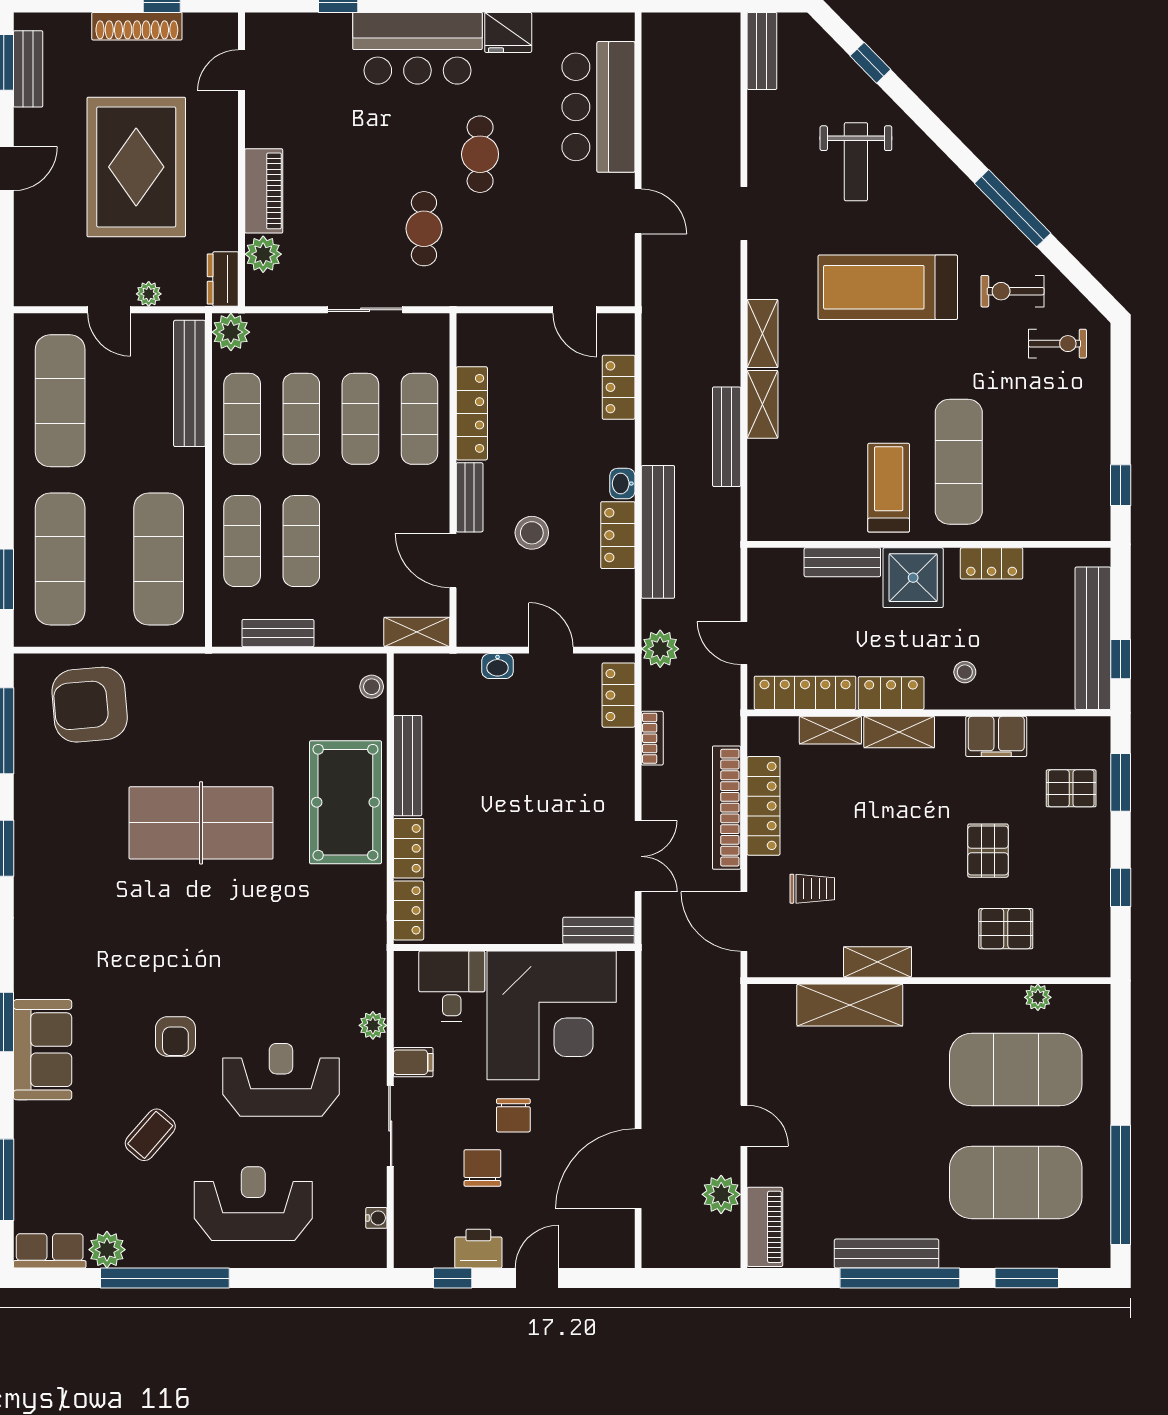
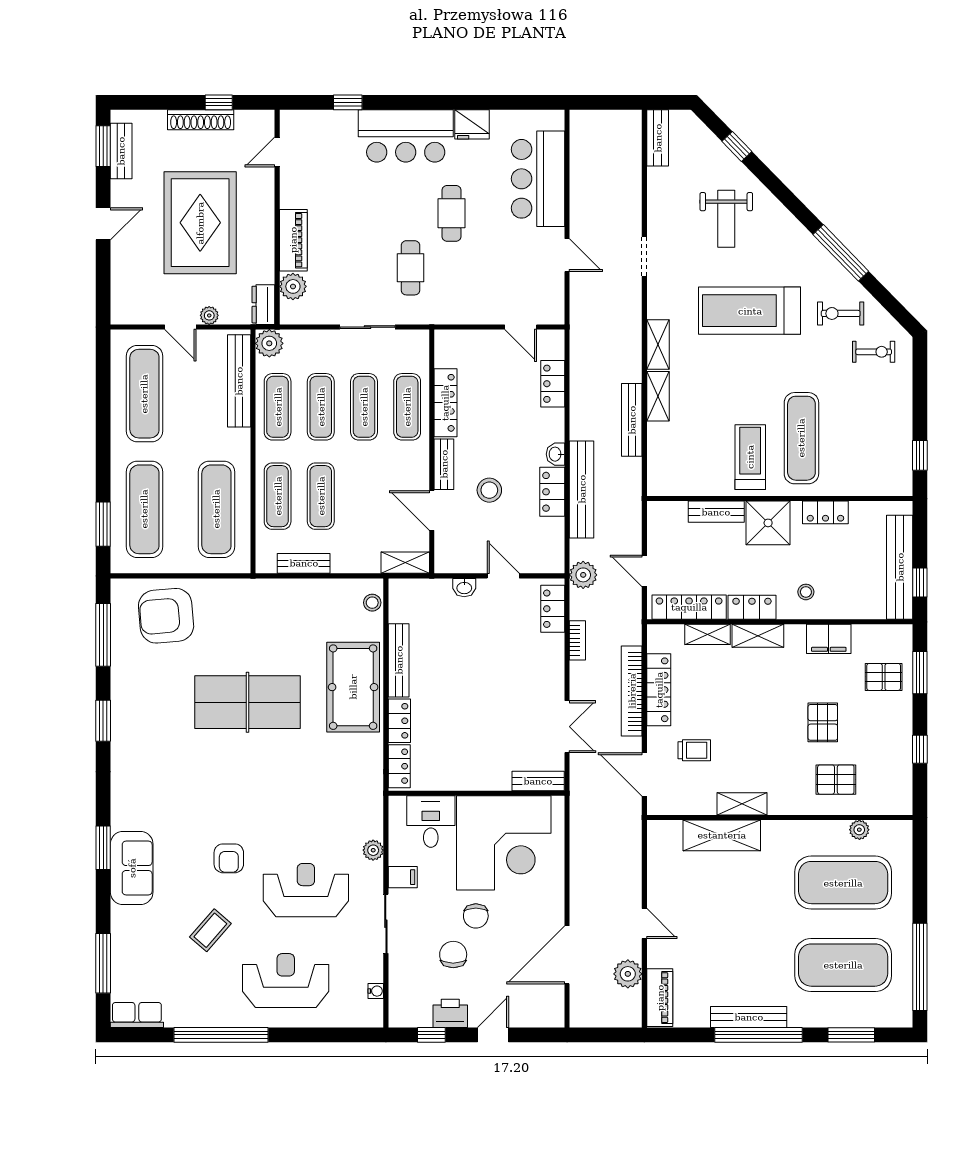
plant: (107, 1250) -> (179, 1014), removed

